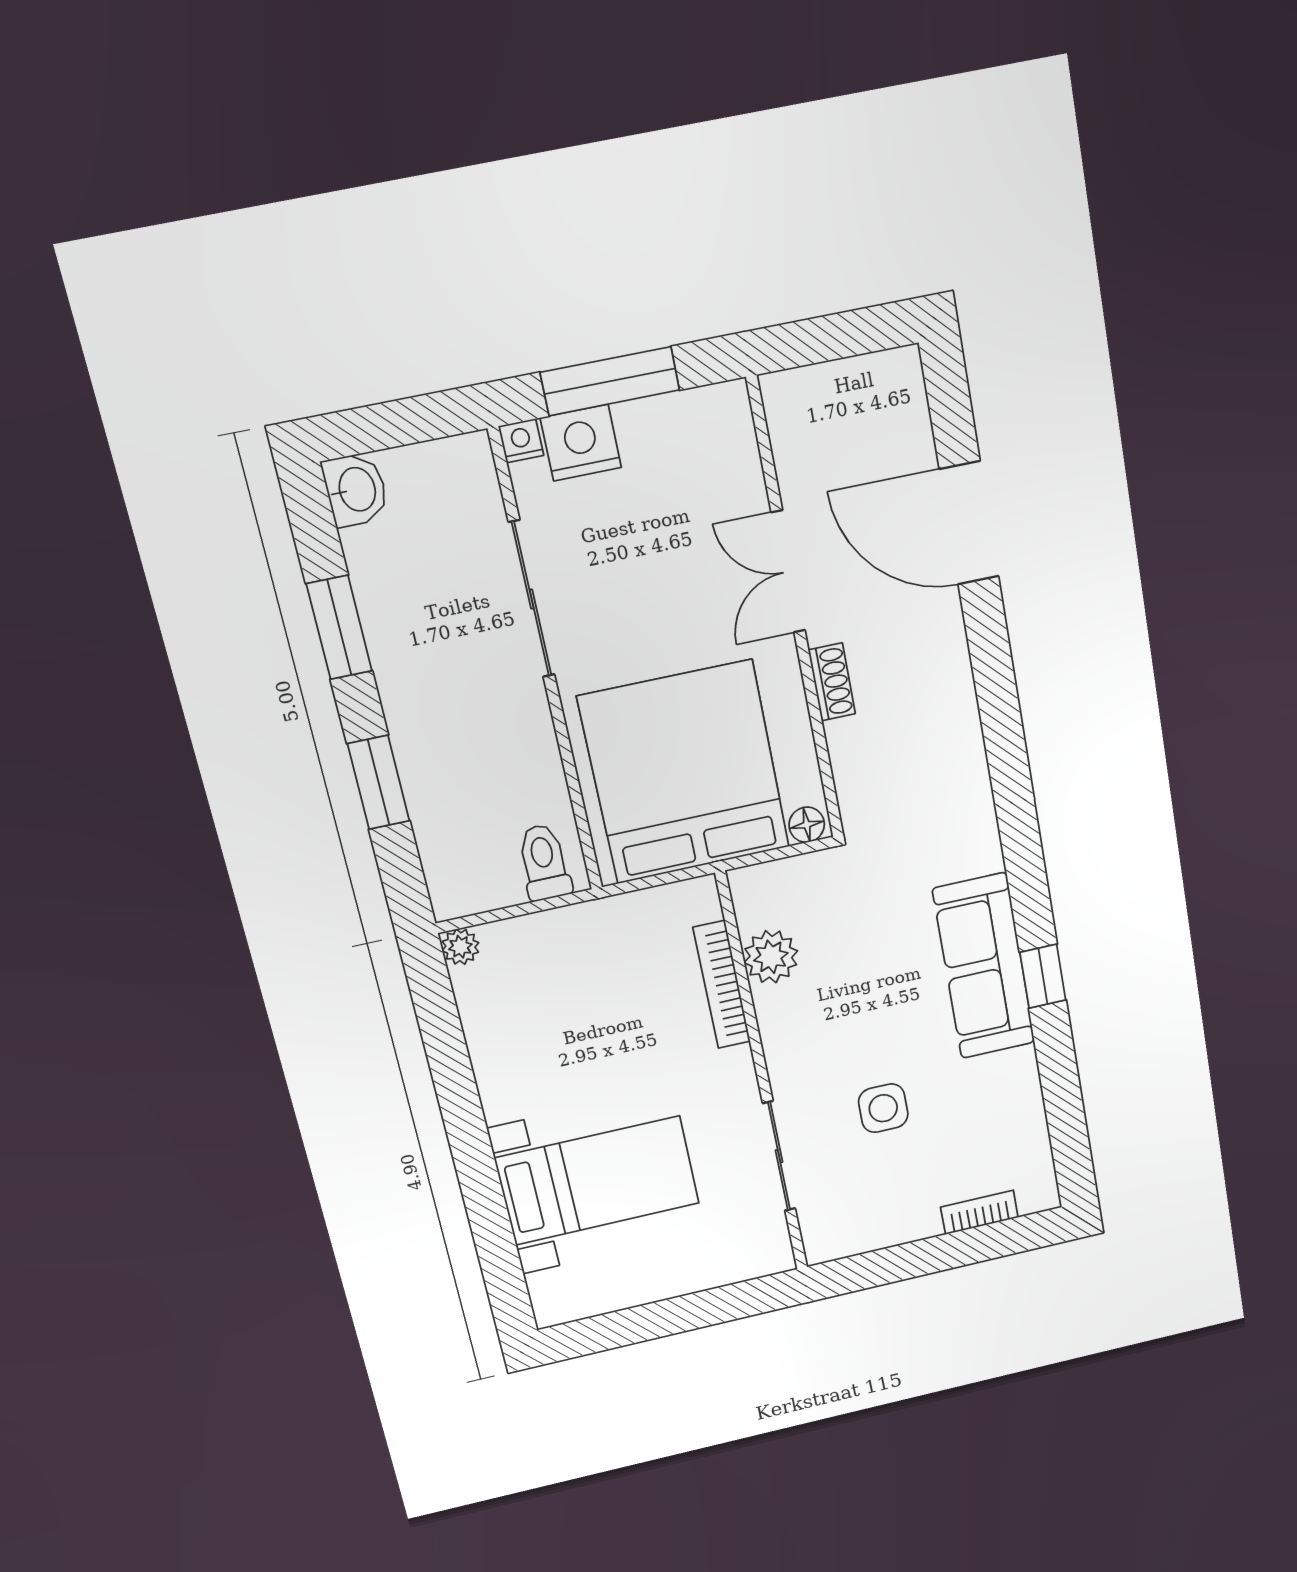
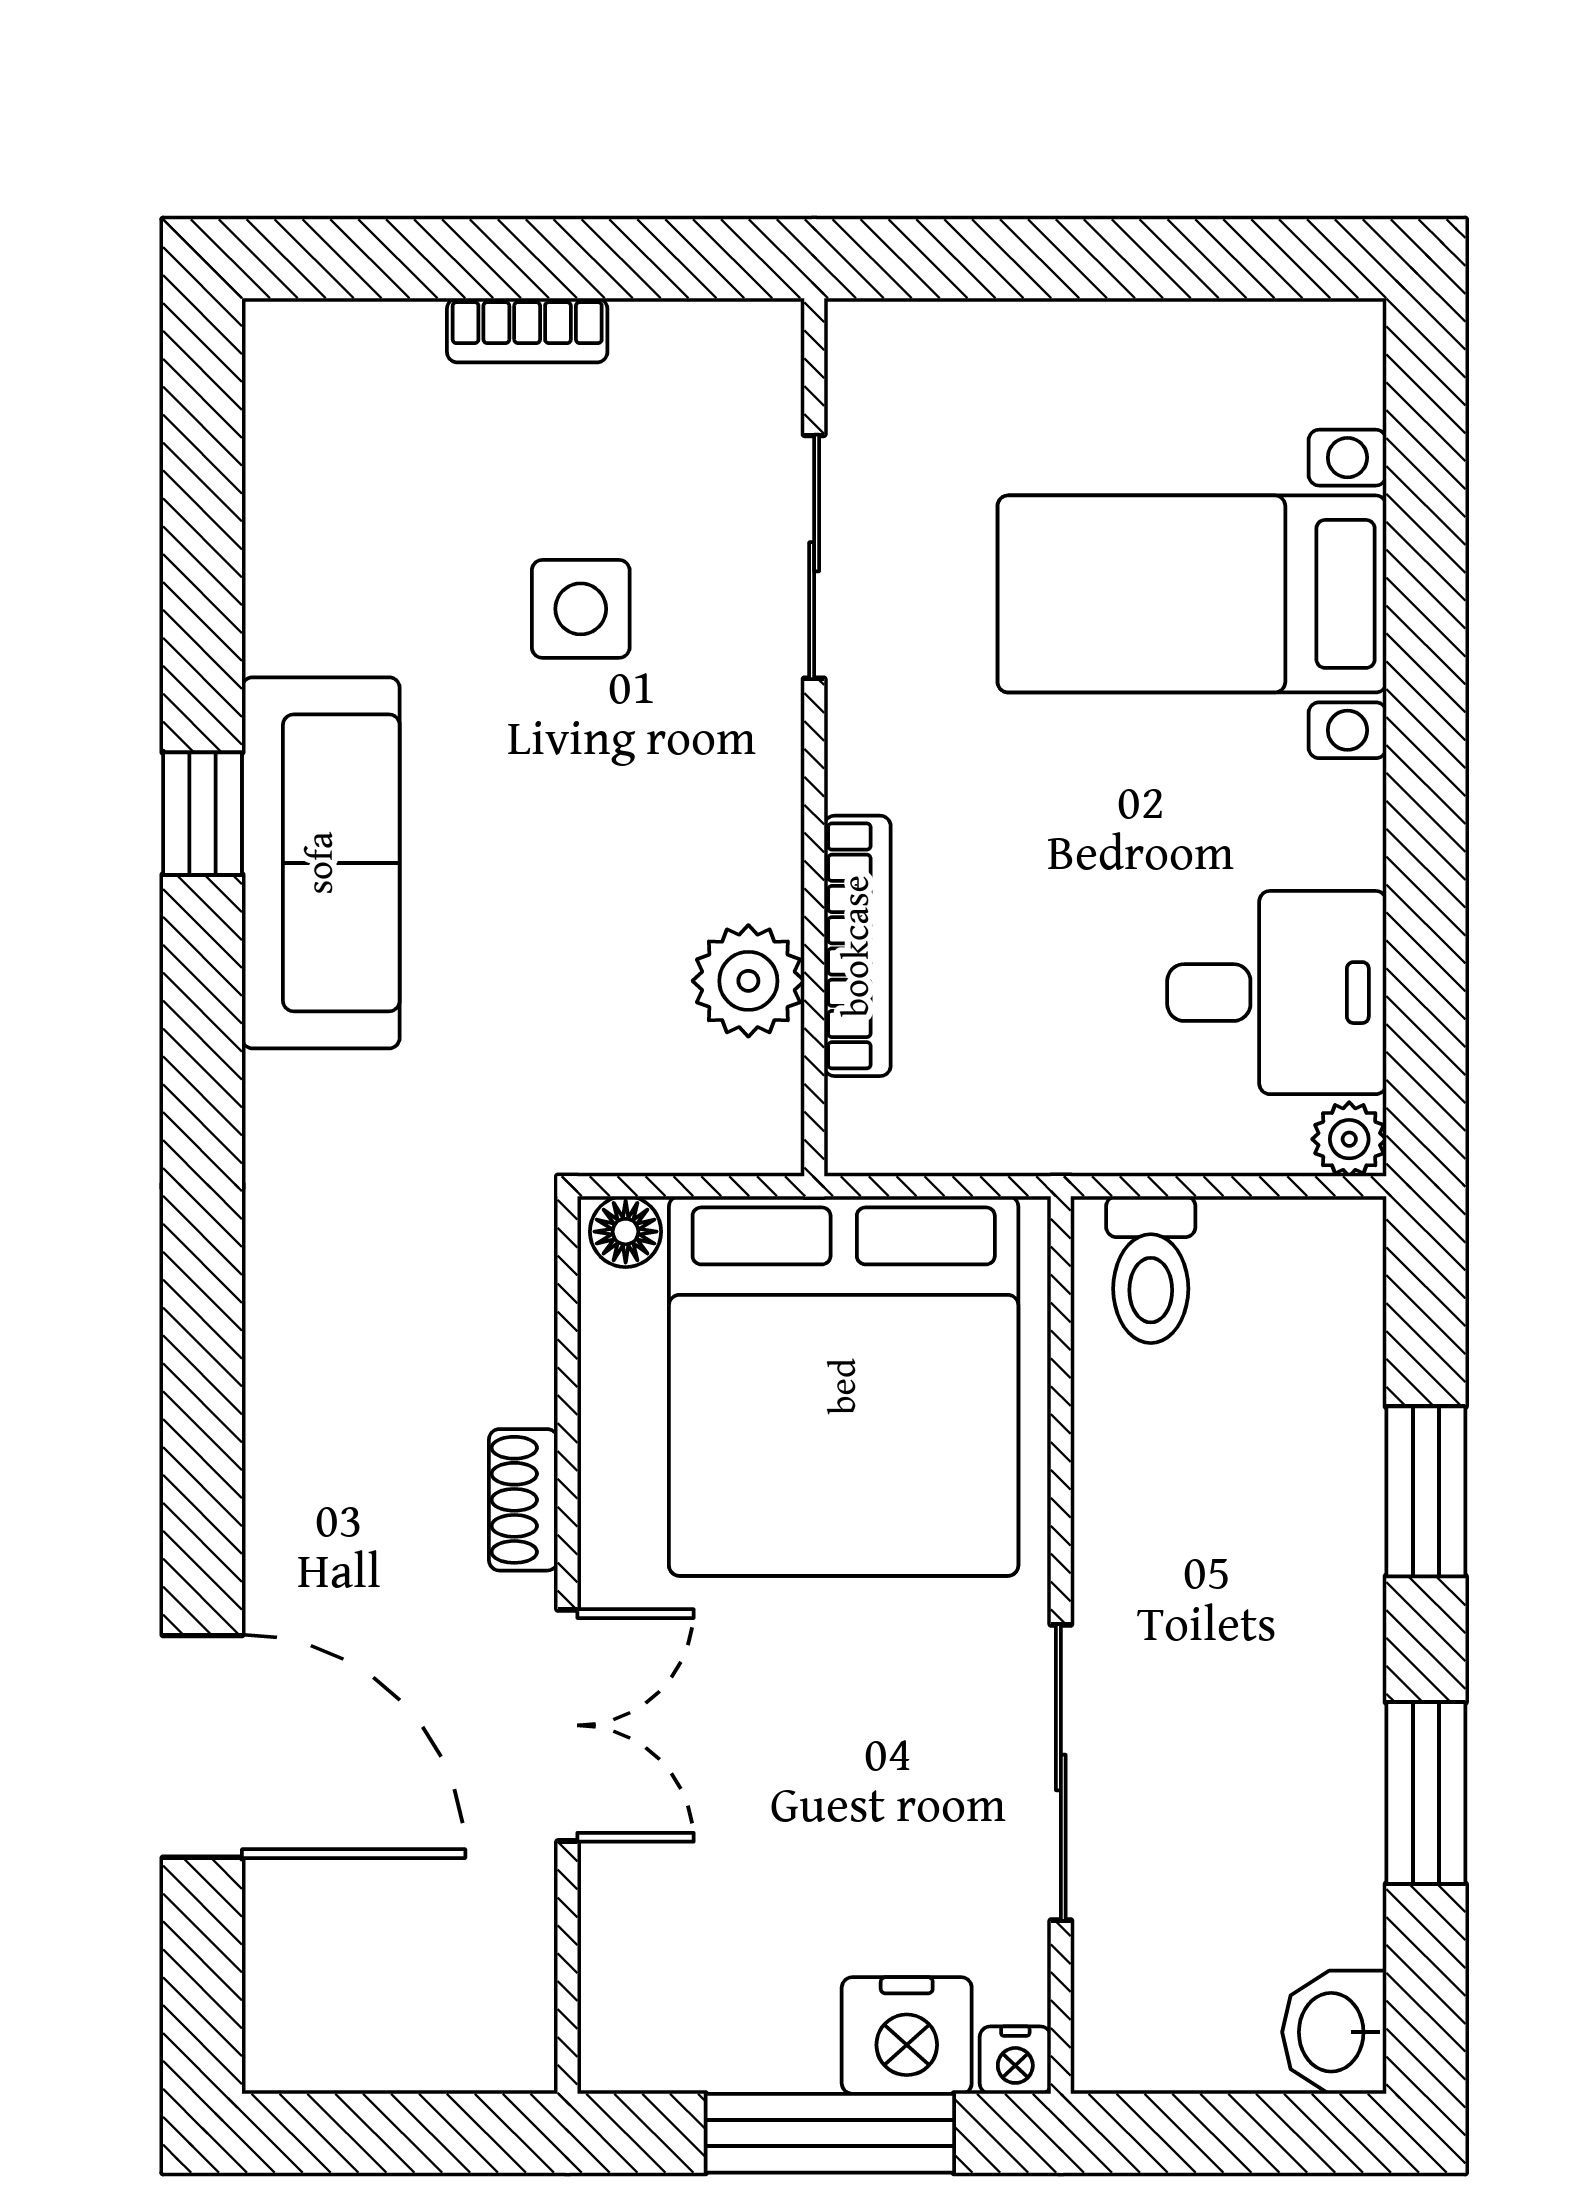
desk: (513, 1008) -> (1277, 993), added
bookcase: (979, 1212) -> (527, 330), moved

